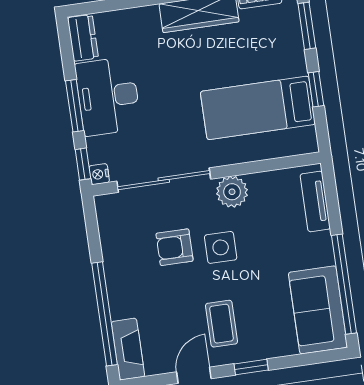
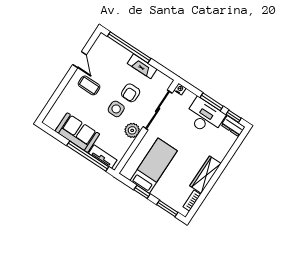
window: (83, 164) -> (234, 116), moved
armchair: (175, 247) -> (131, 93), turned 180
window: (344, 284) -> (88, 156), moved
sofa: (318, 310) -> (77, 133), moved
fireplace: (128, 349) -> (142, 66), moved
window: (251, 367) -> (65, 82), removed

